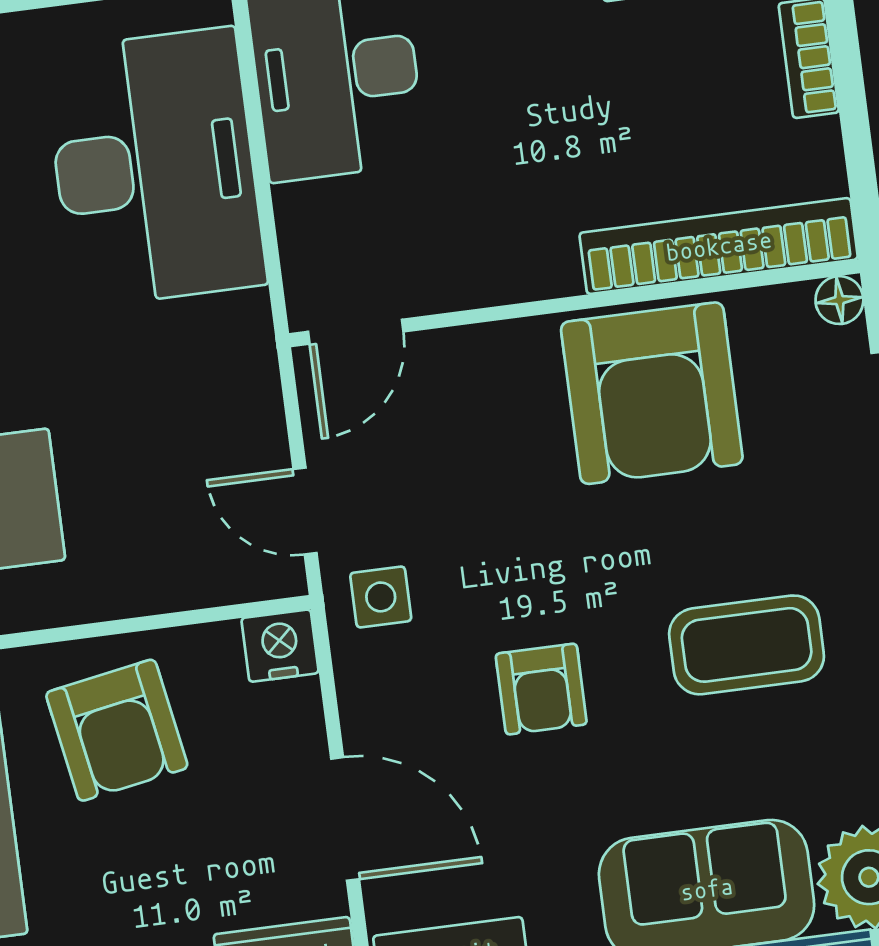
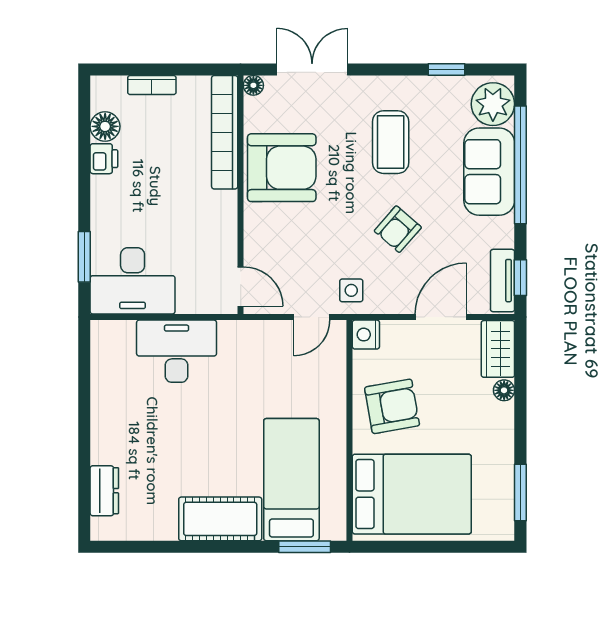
desk: (155, 168) -> (177, 351), width x0.73, depth x0.77
armchair: (541, 689) -> (398, 229), turned 131

